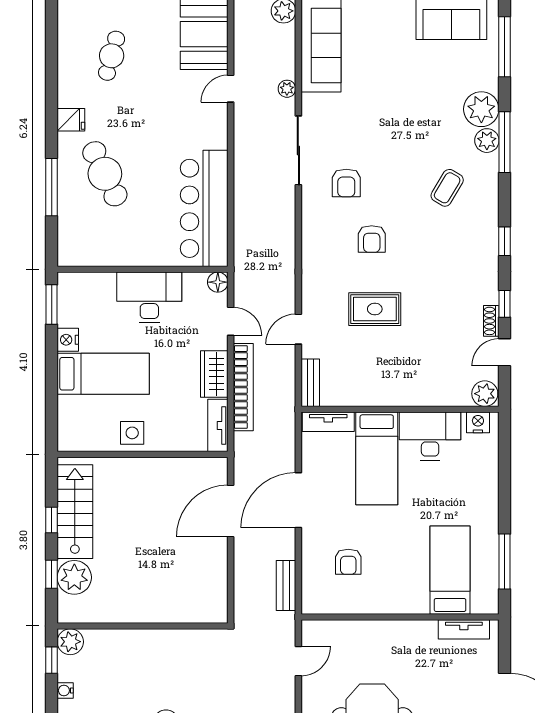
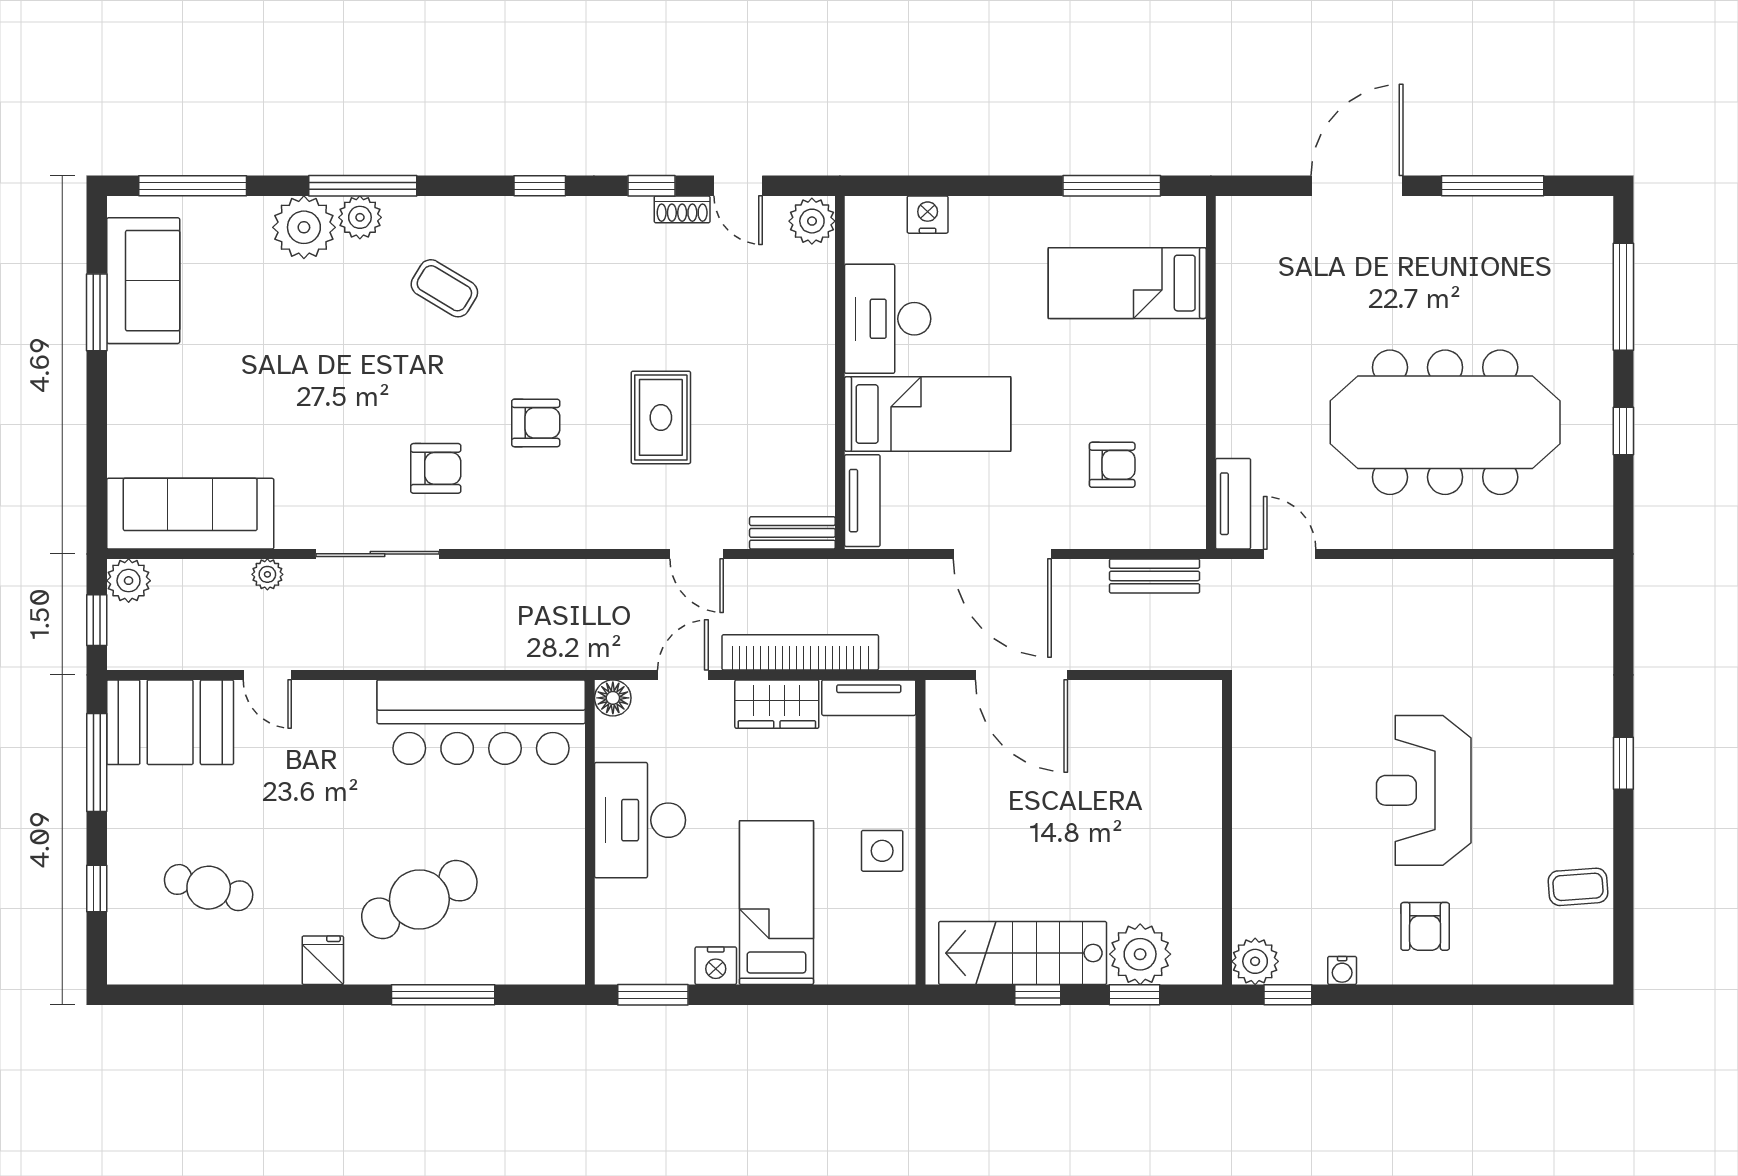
nightstand: (478, 422) -> (928, 215), moved, turned 90
tv unit: (464, 629) -> (1233, 504), moved

